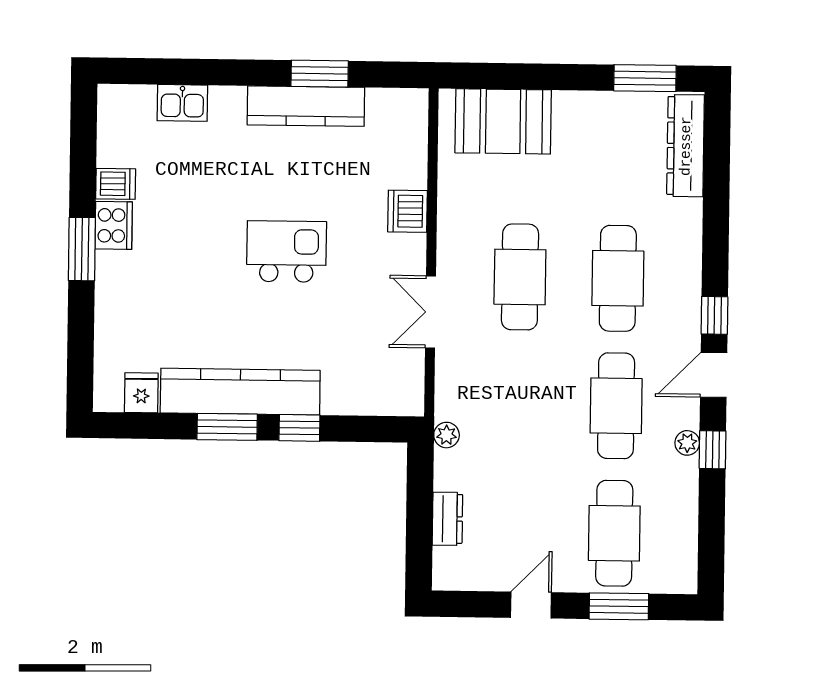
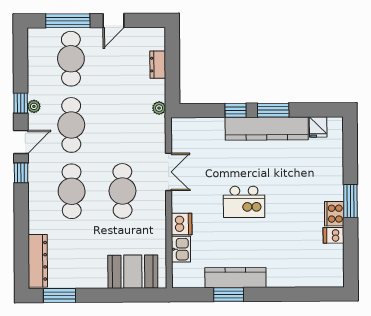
kitchen sink: (182, 103) -> (181, 249), moved, turned 90
window: (619, 606) -> (68, 21), width x1.44

